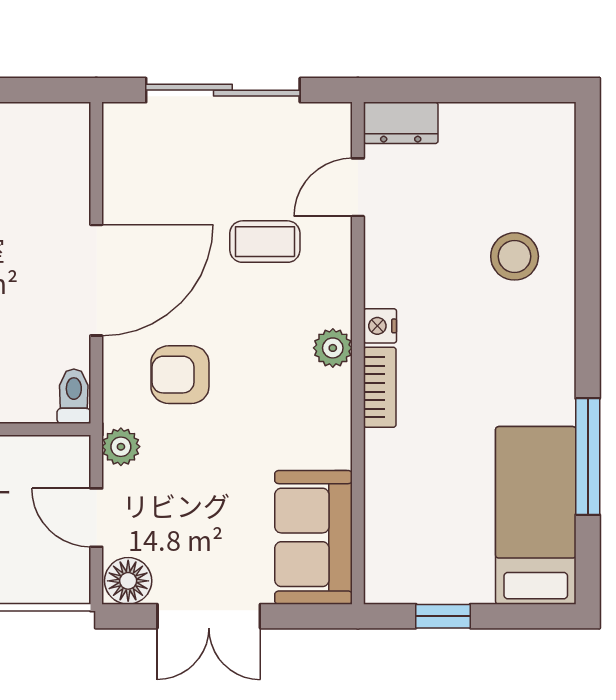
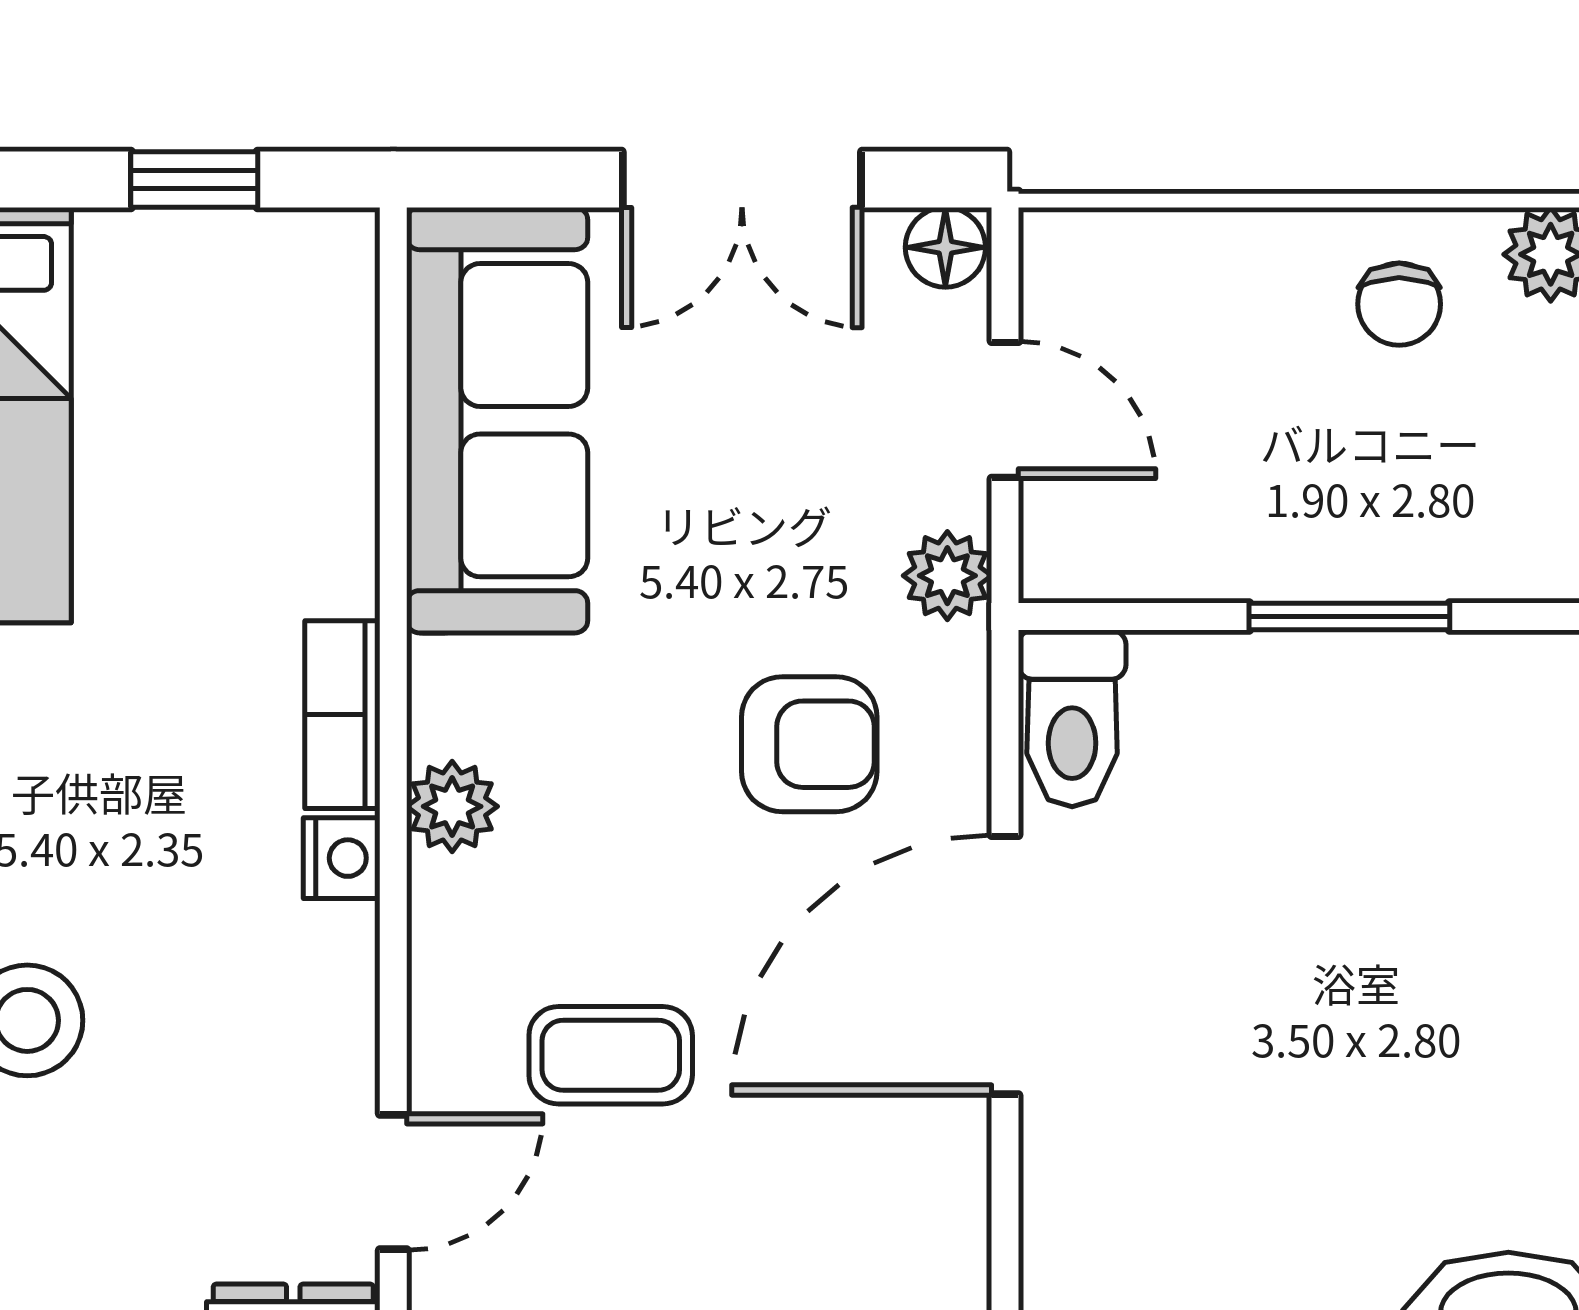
toilet: (74, 396) -> (1072, 718), width x1.37, depth x1.39
sofa: (313, 537) -> (497, 420), width x1.36
floor lamp: (128, 581) -> (945, 247), width x0.73, depth x0.73
double door: (209, 616) -> (742, 179), swing flipped

